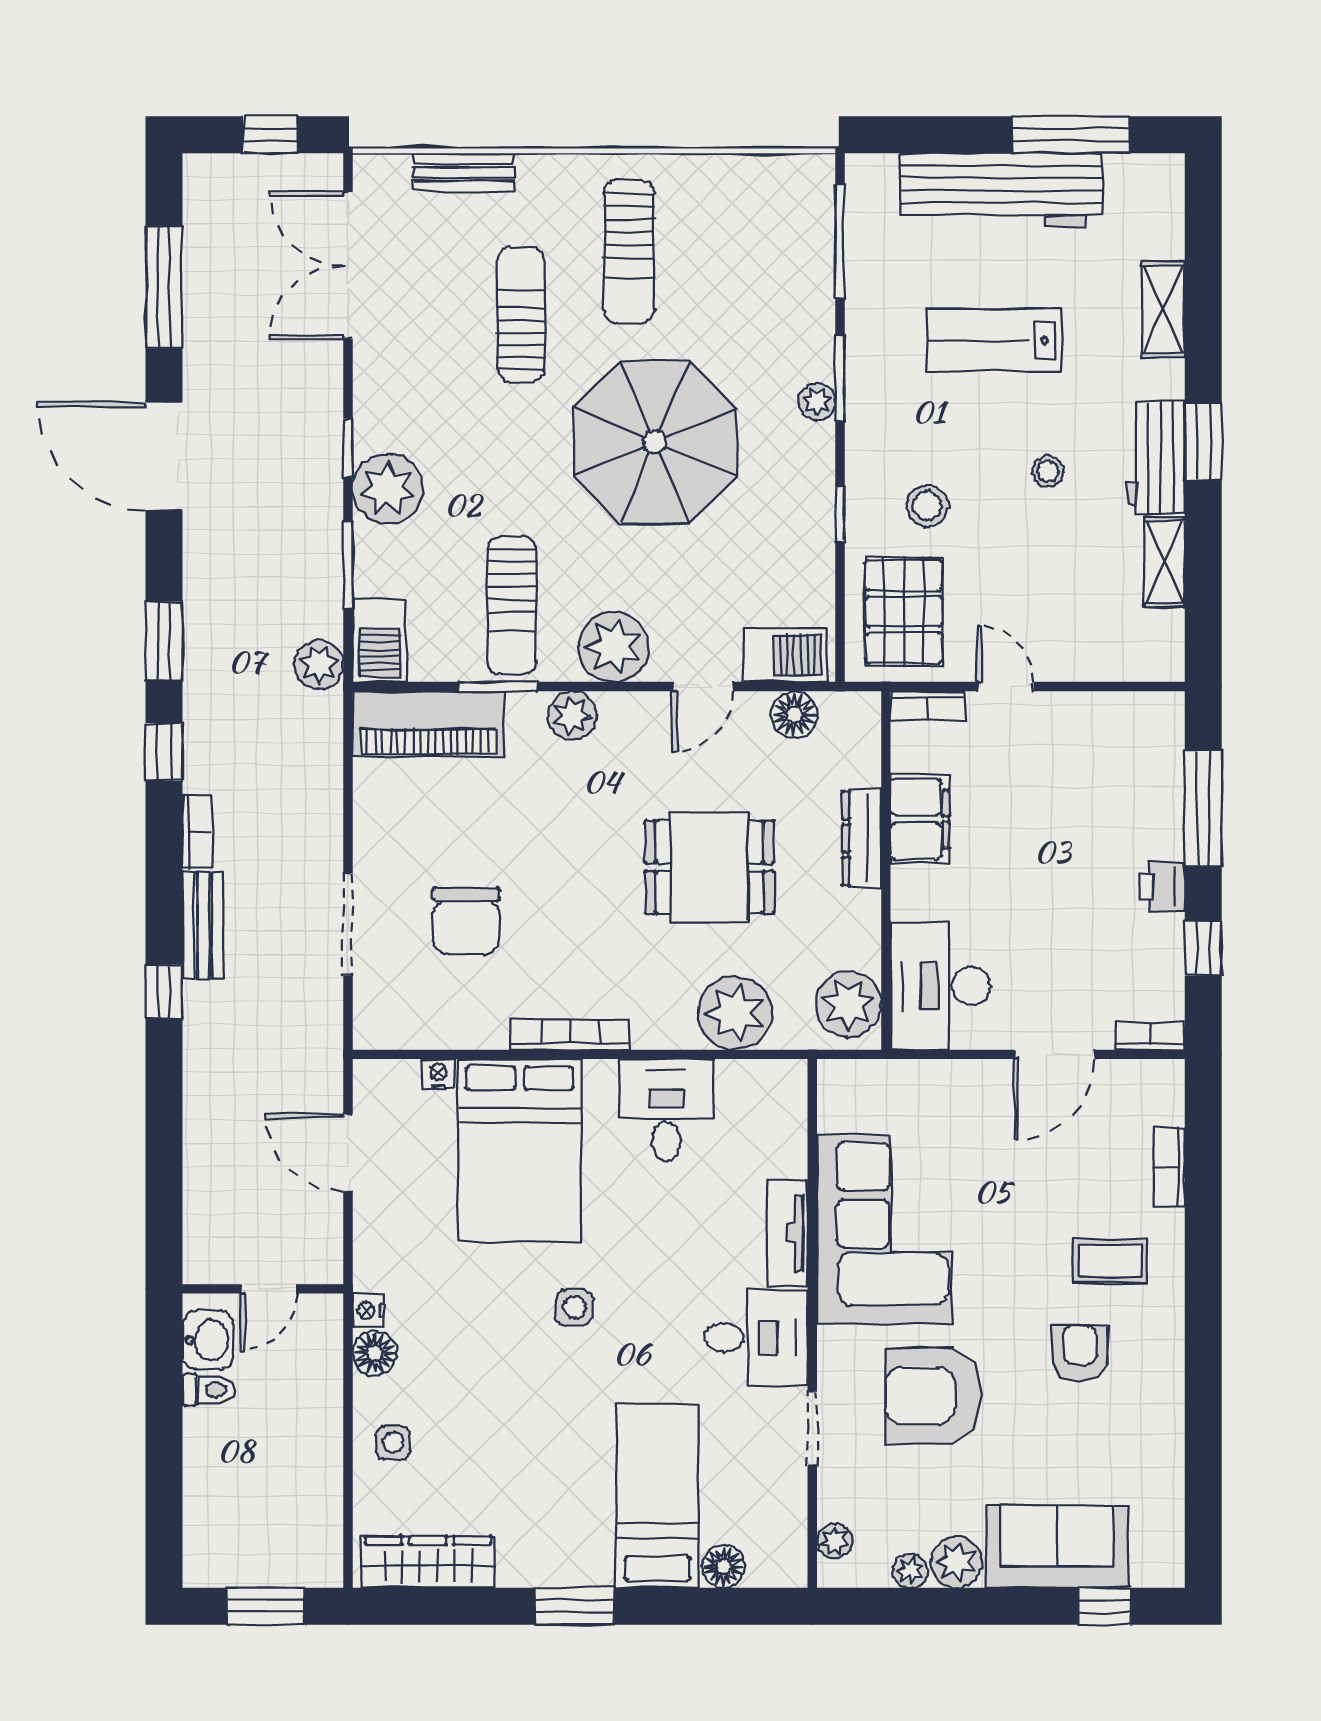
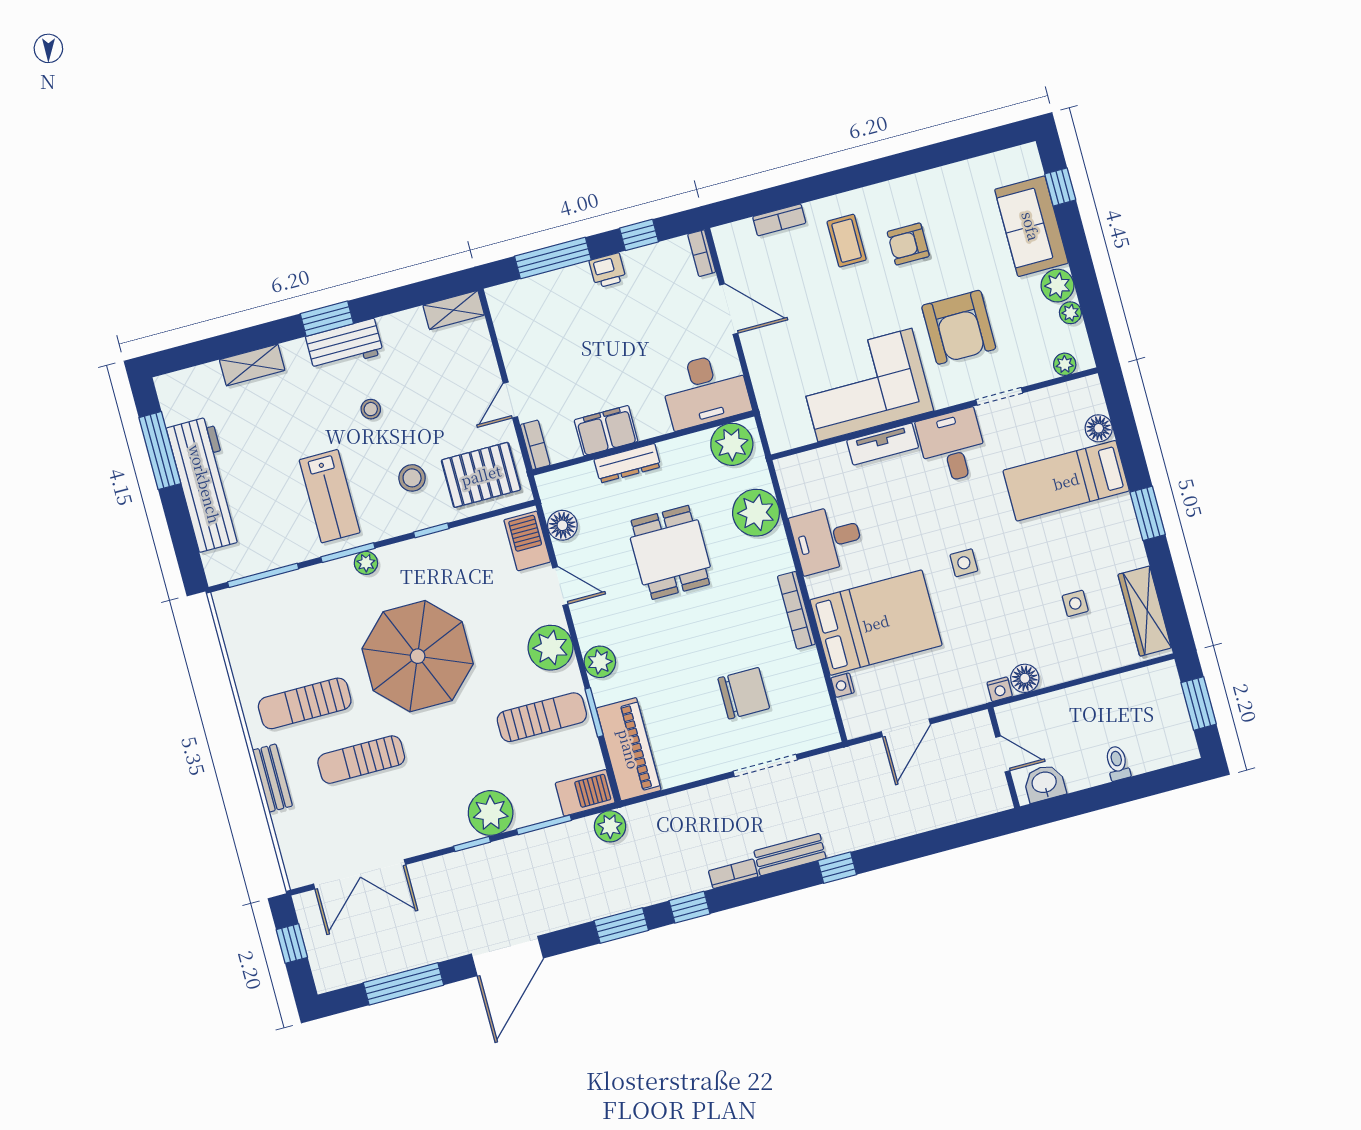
bench: (464, 172) -> (272, 778), moved
sun lounger: (629, 252) -> (305, 703), turned 180
lab bench: (994, 340) -> (330, 496), moved
shelving: (1165, 562) -> (454, 310), moved
toilet: (209, 1390) -> (1117, 763), moved
side table: (393, 1443) -> (1075, 603), moved

